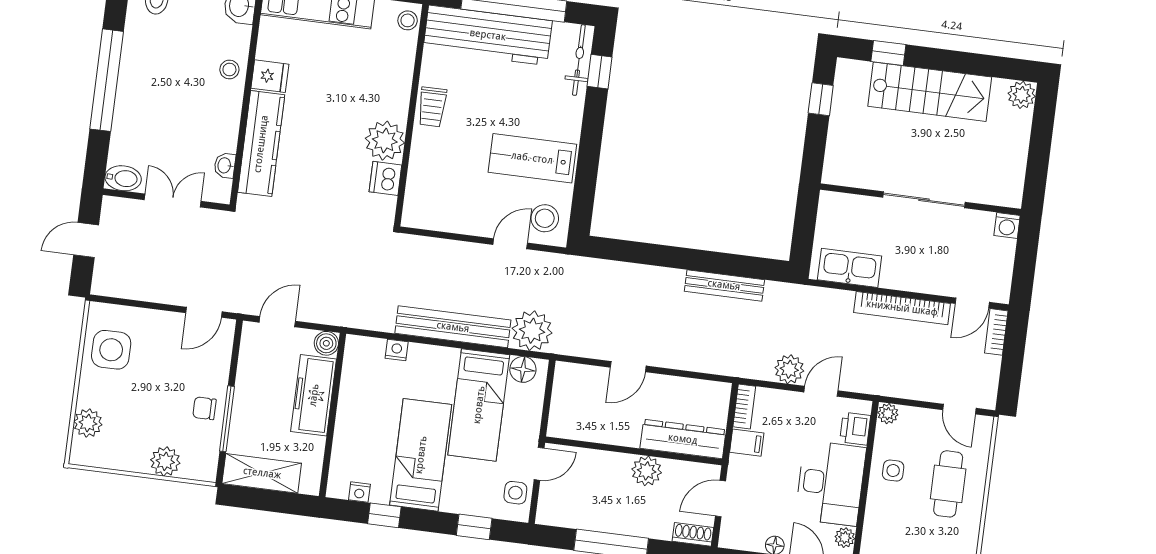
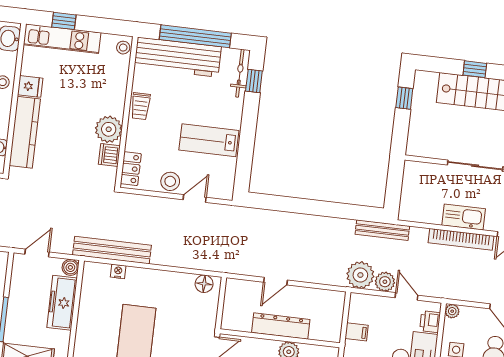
window: (888, 53) -> (475, 69), moved
locker: (417, 199) -> (131, 169), added
stool: (545, 218) -> (170, 181), moved
kitchen sink: (850, 268) -> (464, 217), moved
bench: (724, 285) -> (382, 230), moved
bench: (453, 327) -> (112, 250), moved
plant: (532, 331) -> (360, 275), moved
door: (821, 391) -> (407, 296), hinge flipped
bed: (479, 405) -> (174, 308), removed
bookcase: (744, 407) -> (355, 307), removed
dresser: (683, 439) -> (281, 326), moved

